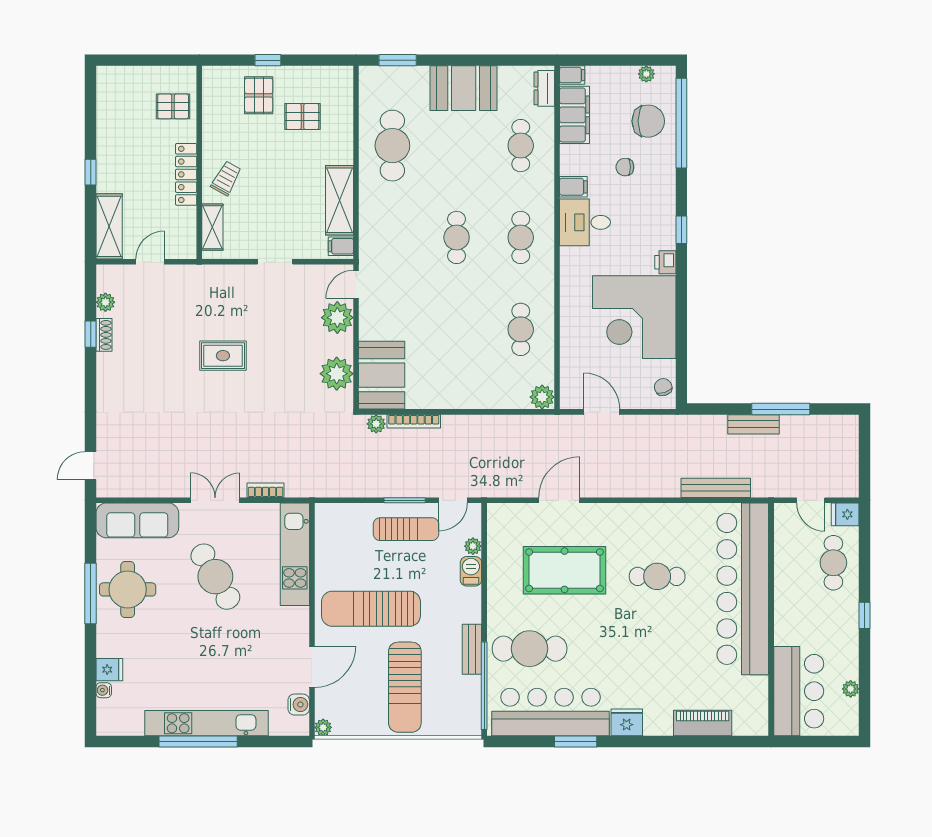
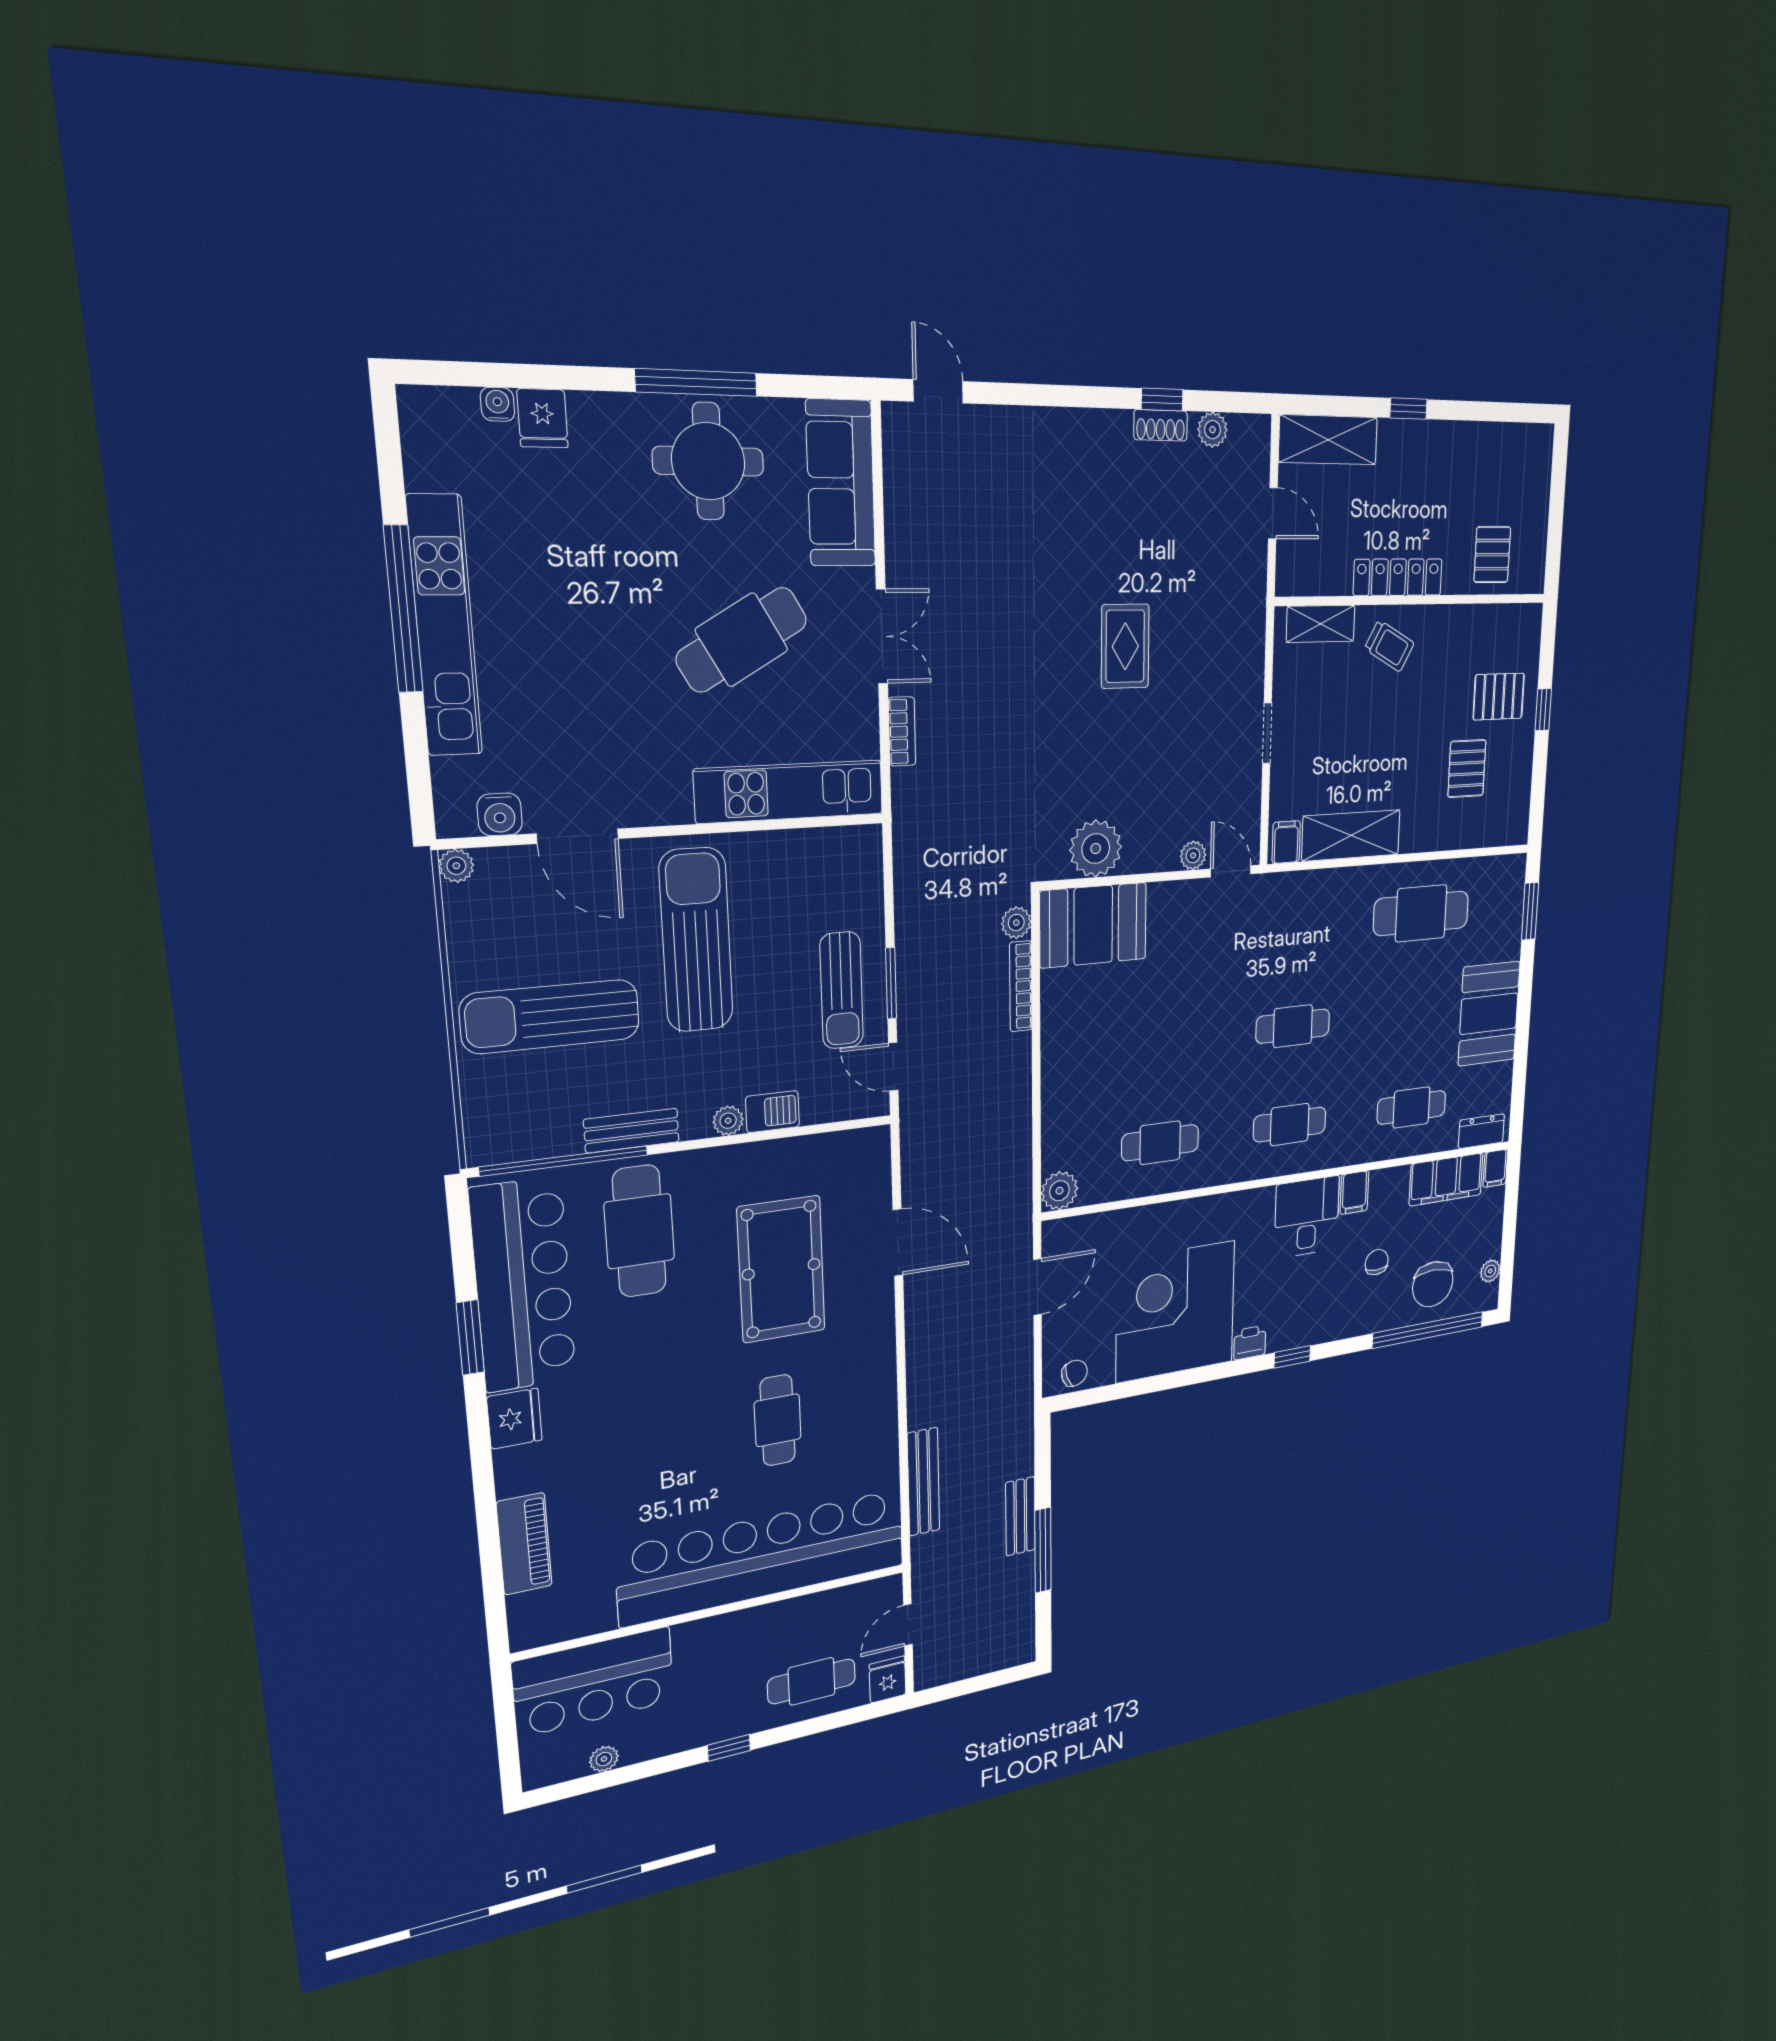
plant: (337, 318) -> (1193, 855), width x0.53, depth x0.53
plant: (473, 546) -> (728, 1121), moved

